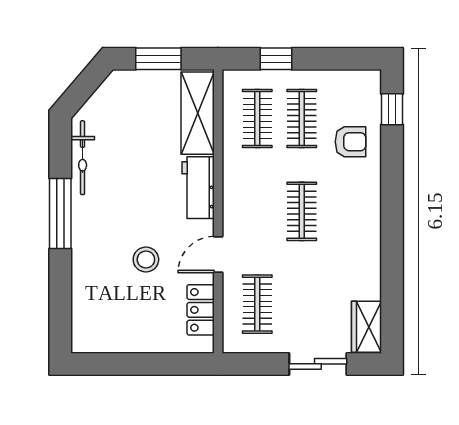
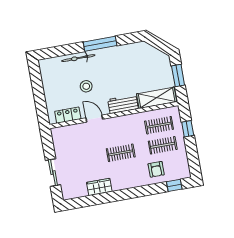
bicycle: (83, 158) -> (78, 58), moved
clothes rail: (257, 304) -> (75, 140), removed
wardrobe: (366, 327) -> (99, 187), moved

